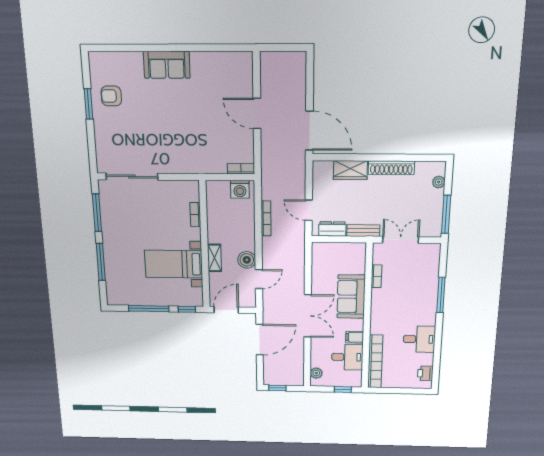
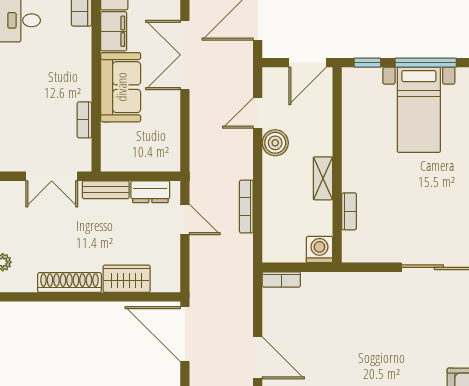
washing machine: (240, 189) -> (319, 250), moved
shelving: (214, 258) -> (323, 178), moved
bed with nightstands: (174, 264) -> (419, 110), moved, turned 90
filing cabinet: (355, 337) -> (114, 31), width x2.00

